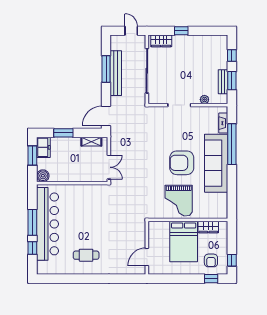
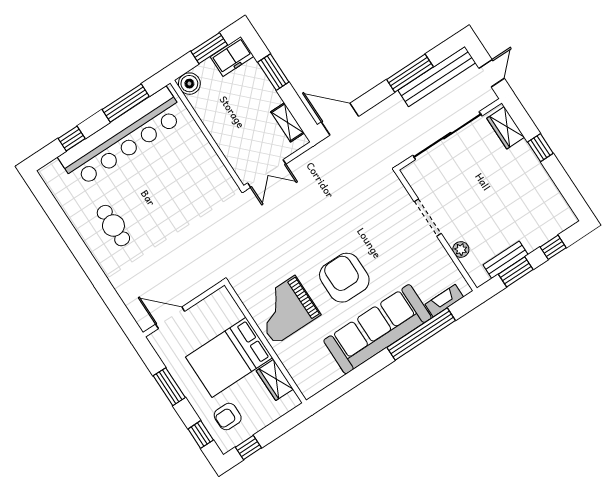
bench: (116, 73) -> (437, 76), moved
window: (32, 222) -> (126, 103), moved
window: (179, 279) -> (169, 387), added

